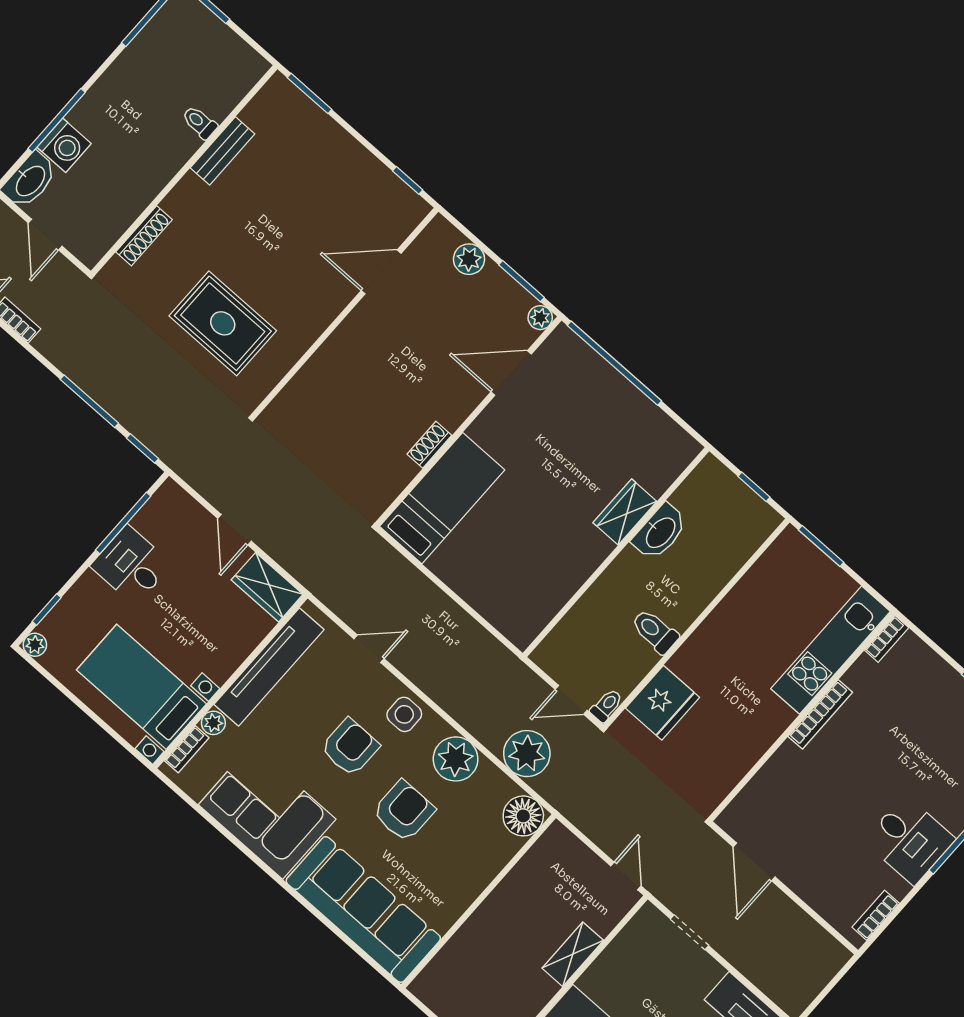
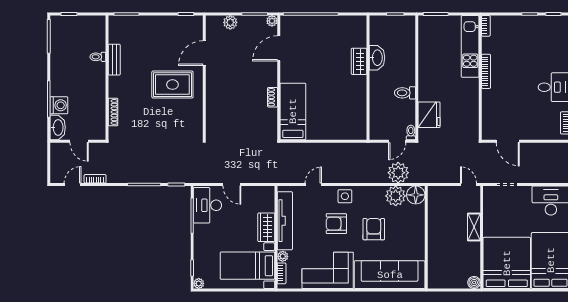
rug: (223, 323) -> (172, 85), moved
desk: (131, 565) -> (207, 205), moved, width x1.37
wardrobe: (267, 587) -> (266, 227), moved, turned 90
armchair: (350, 747) -> (336, 224), turned -90
plant: (456, 759) -> (396, 196), moved

